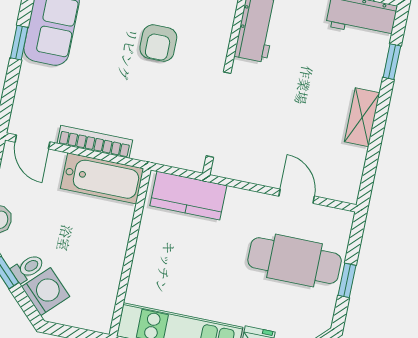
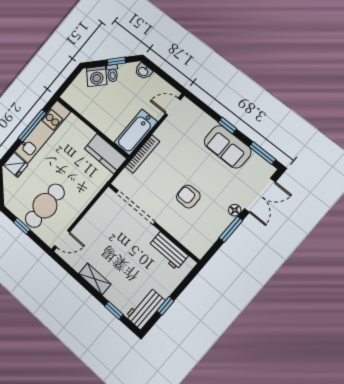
bookcase: (95, 142) -> (142, 154), moved
kitchen counter: (188, 196) -> (106, 154), moved, turned -90
door: (297, 196) -> (62, 239), moved

